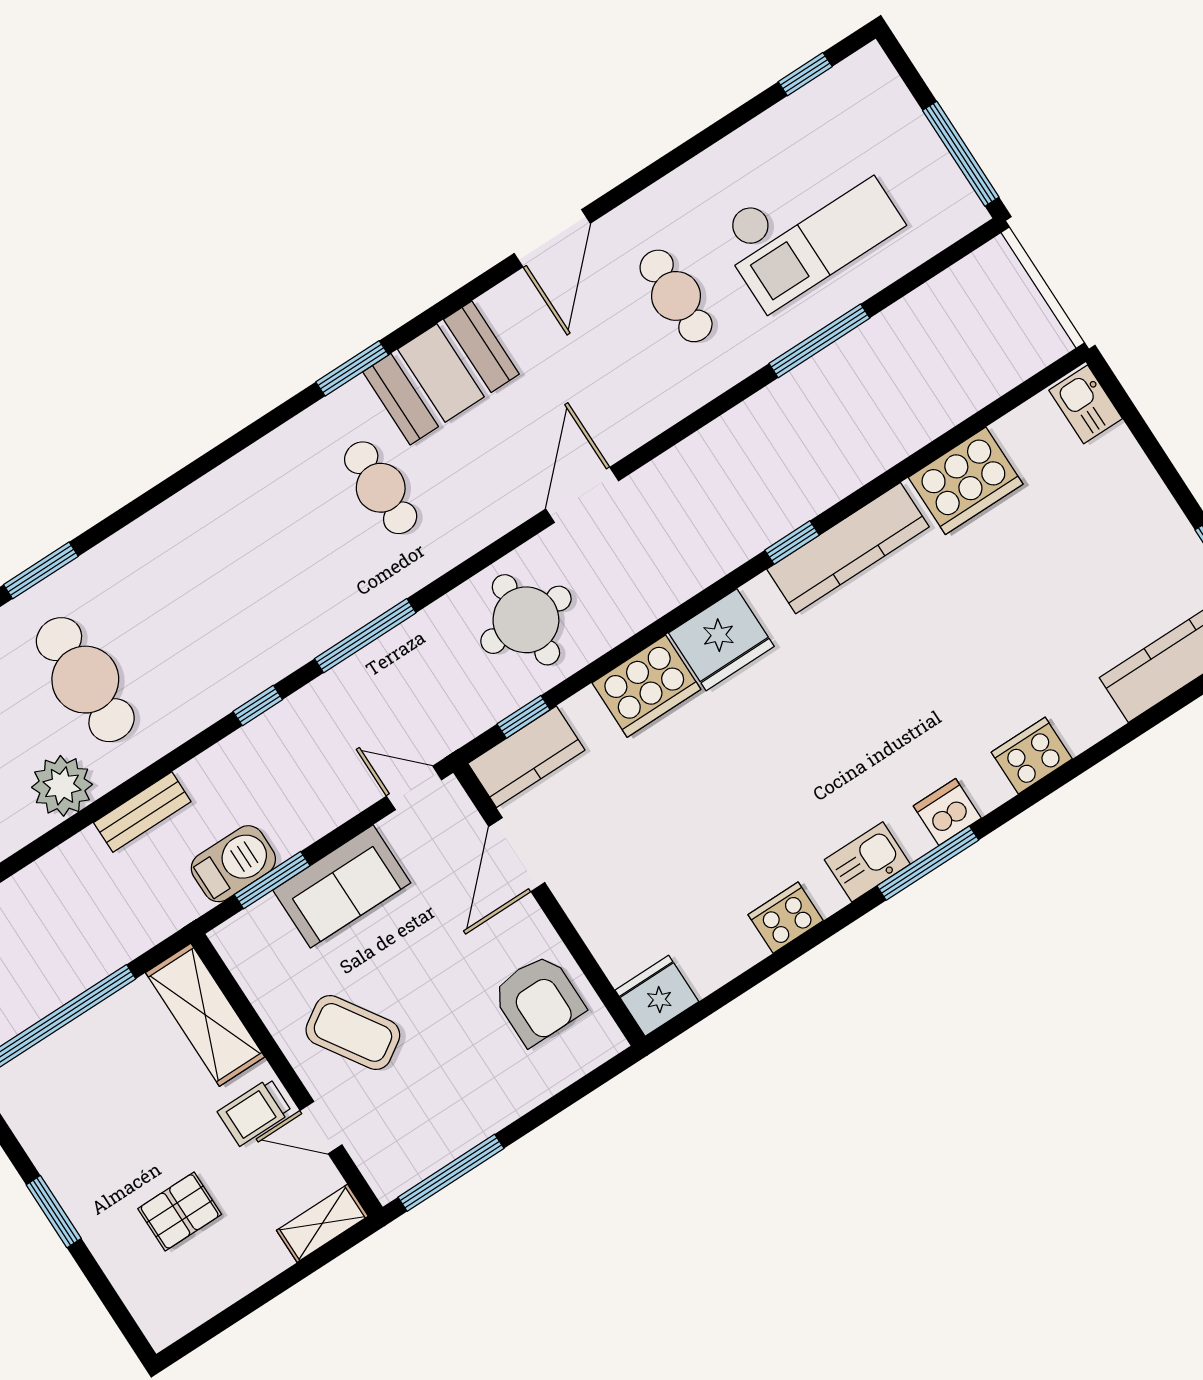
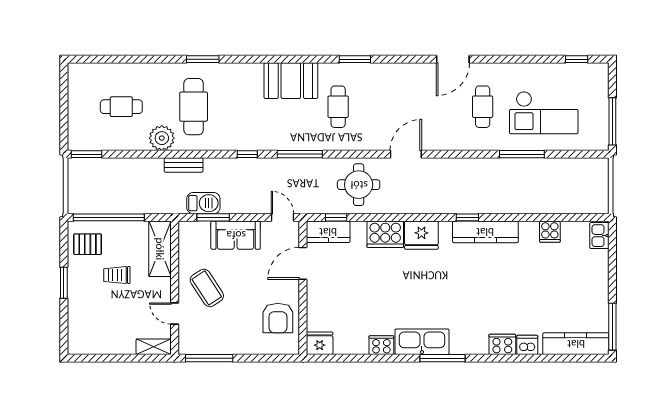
booth: (441, 373) -> (291, 81), moved
cooker: (966, 481) -> (550, 232), width x0.53, depth x0.76
dishwasher: (947, 812) -> (527, 345), moved
kitchen sink: (867, 862) -> (422, 342), width x1.87, depth x1.24
trolley: (255, 1112) -> (117, 275), moved
pallet: (180, 1211) -> (88, 244), moved

